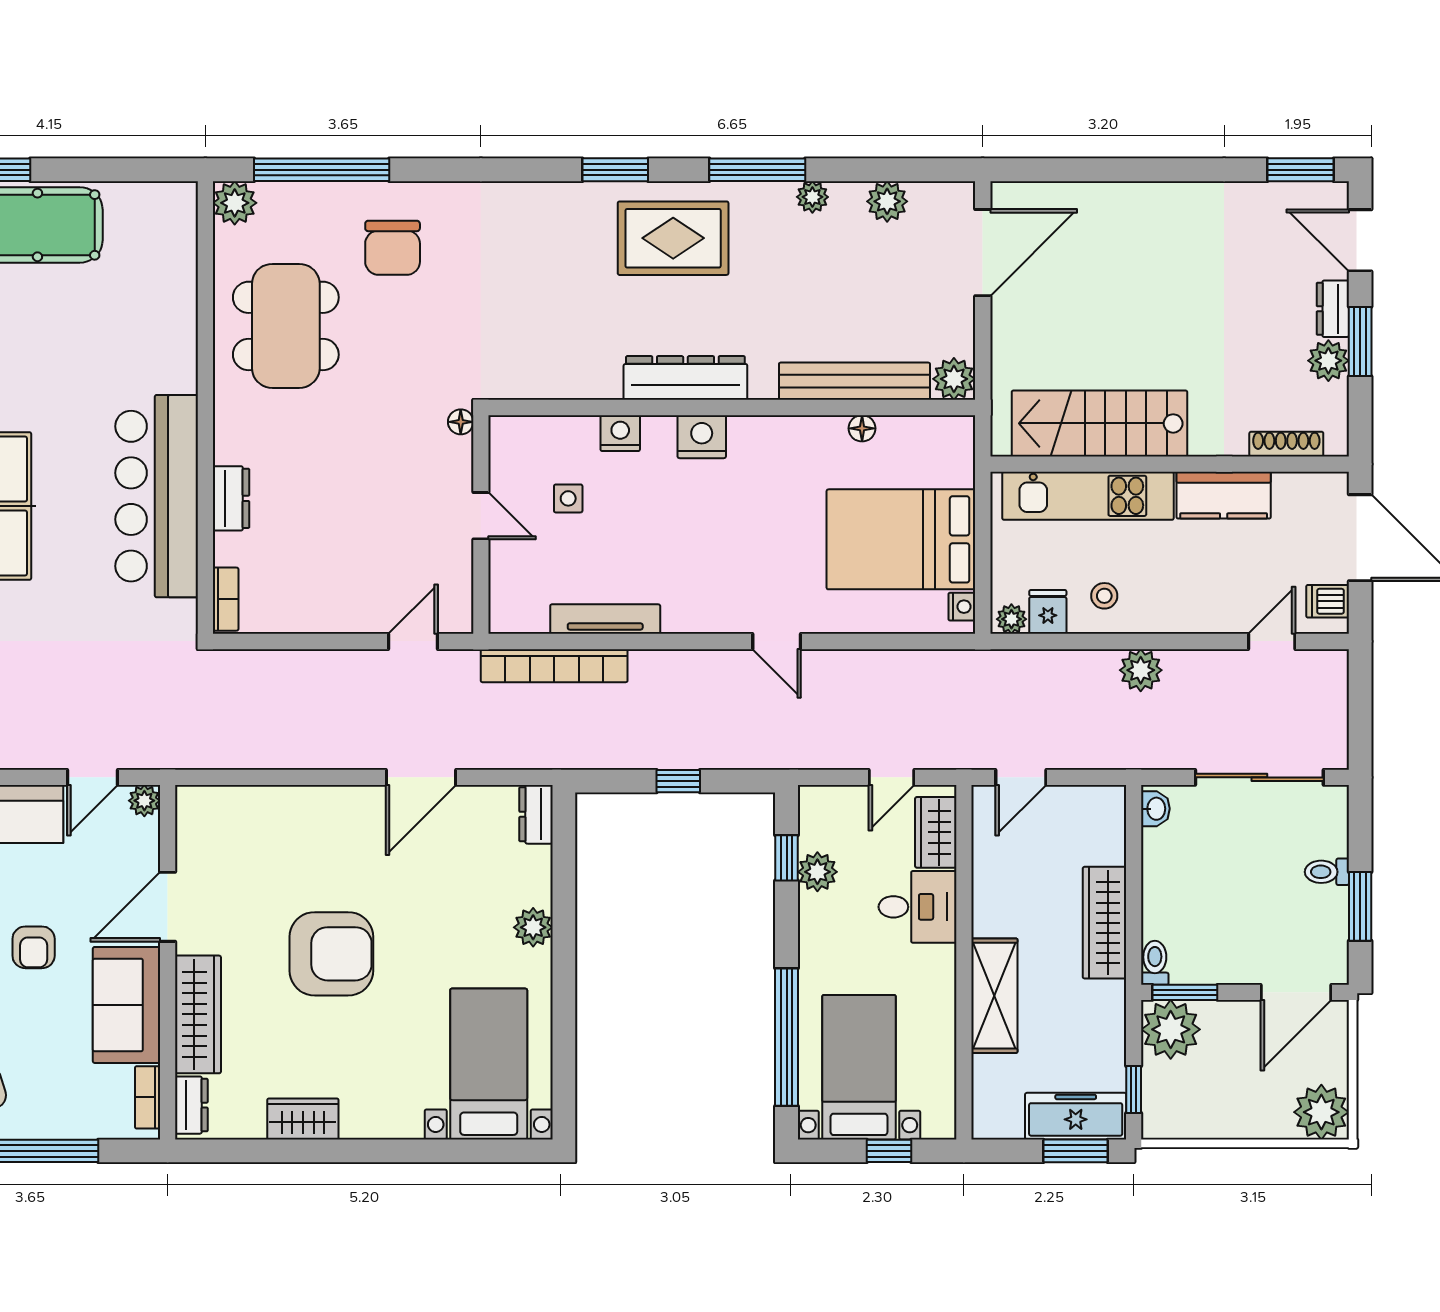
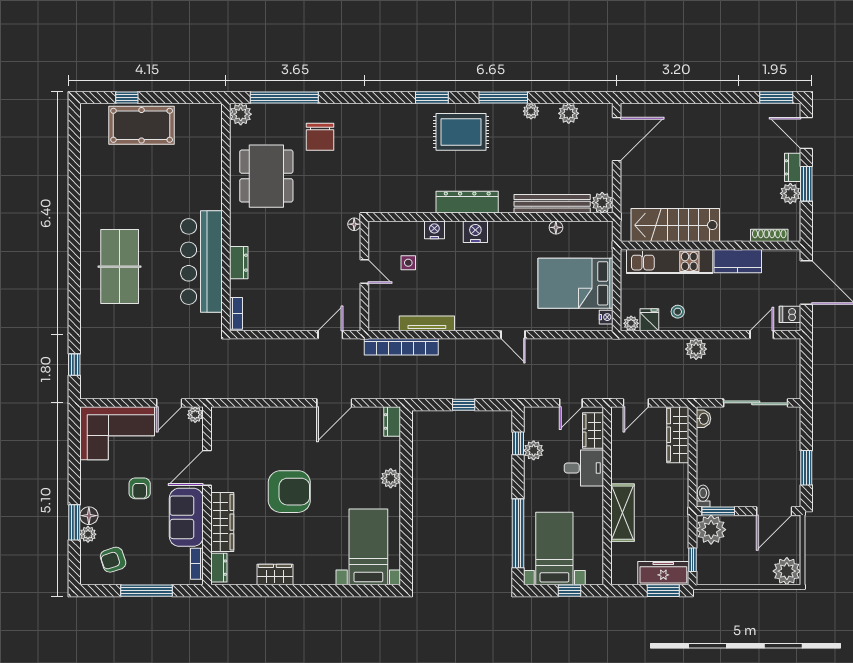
toilet: (1327, 872) -> (790, 450), removed
wardrobe: (1105, 923) -> (678, 435), moved

